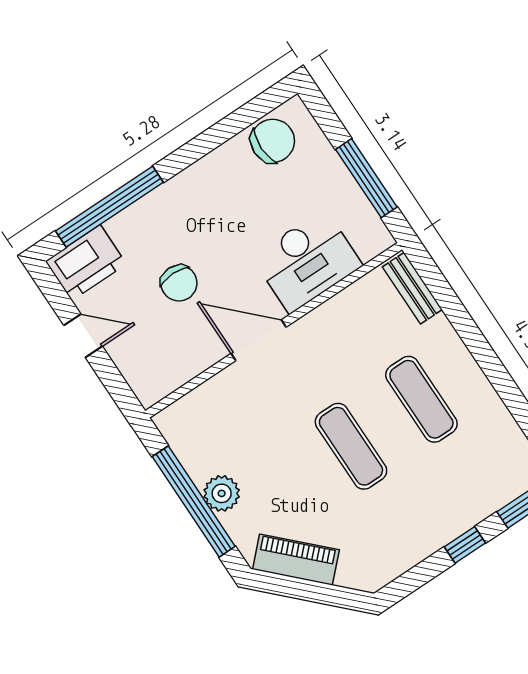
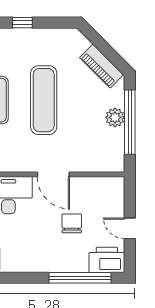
exercise mat: (351, 446) -> (44, 100), width x1.36, depth x1.45

